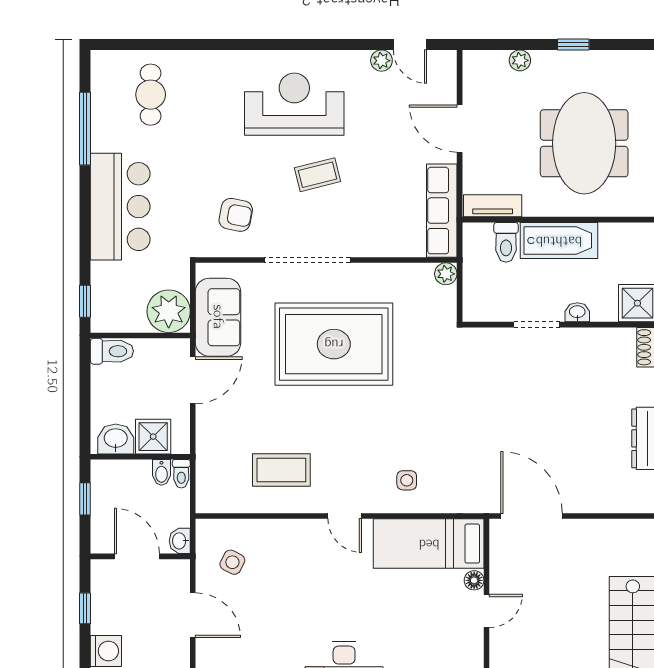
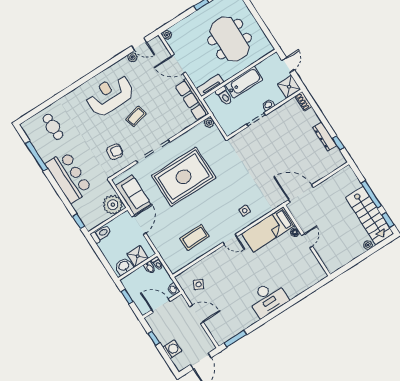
plant: (520, 60) -> (167, 35), moved

